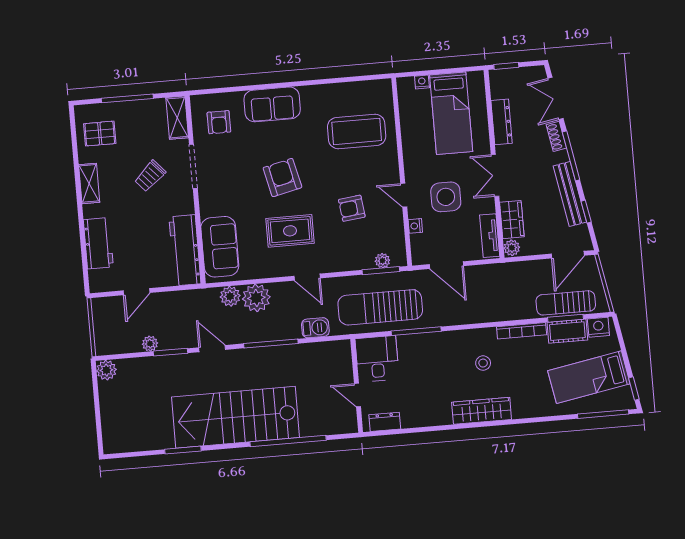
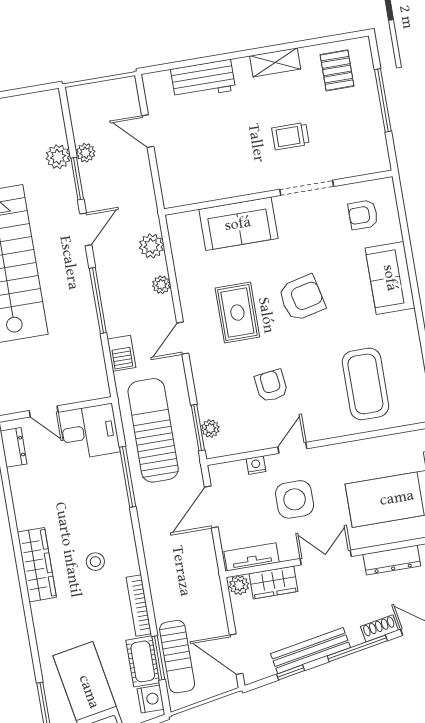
shelving: (177, 118) -> (364, 163), removed
trolley: (150, 176) -> (290, 136), turned -48
sofa: (220, 247) -> (238, 224), moved
workbench: (185, 250) -> (203, 186), removed
plant: (256, 298) -> (161, 285), width x0.53, depth x0.53
sun lounger: (566, 303) -> (177, 657), turned 180
plant: (106, 370) -> (58, 157), moved
door: (357, 395) -> (44, 411), swing flipped

